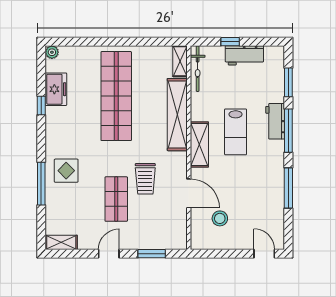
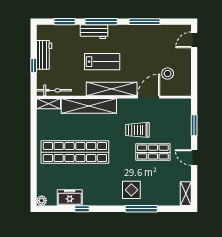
shelving: (199, 144) -> (112, 89), width x1.47
trolley: (145, 179) -> (138, 130), turned 180

